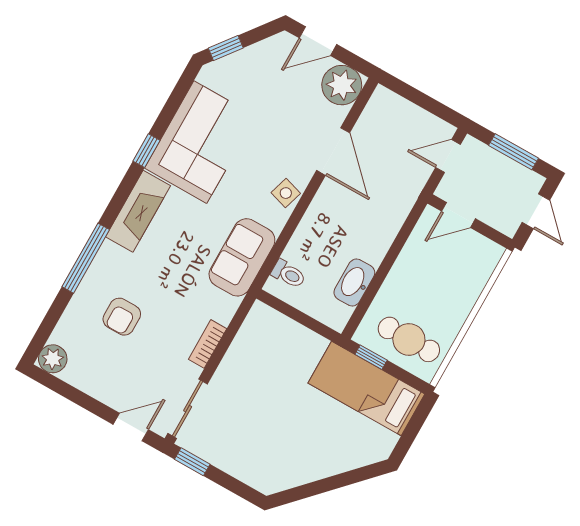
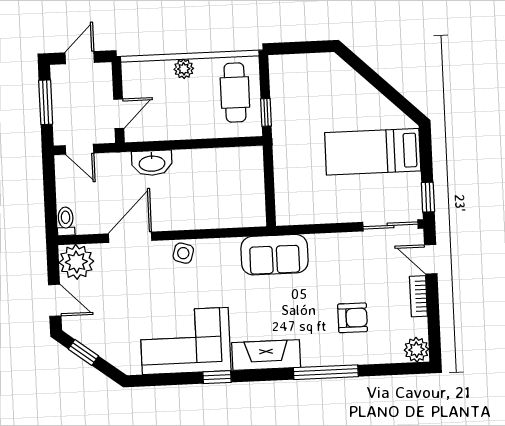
window: (226, 48) -> (83, 352), moved
door: (458, 215) -> (119, 114), hinge flipped
sofa: (242, 257) -> (274, 255), moved
toilet: (288, 274) -> (66, 221), moved
washbasin: (354, 283) -> (152, 163), moved
plant: (462, 305) -> (184, 69), added
bookcase: (208, 344) -> (418, 296), moved, turned 90
bed: (366, 388) -> (373, 152), moved, turned 90

